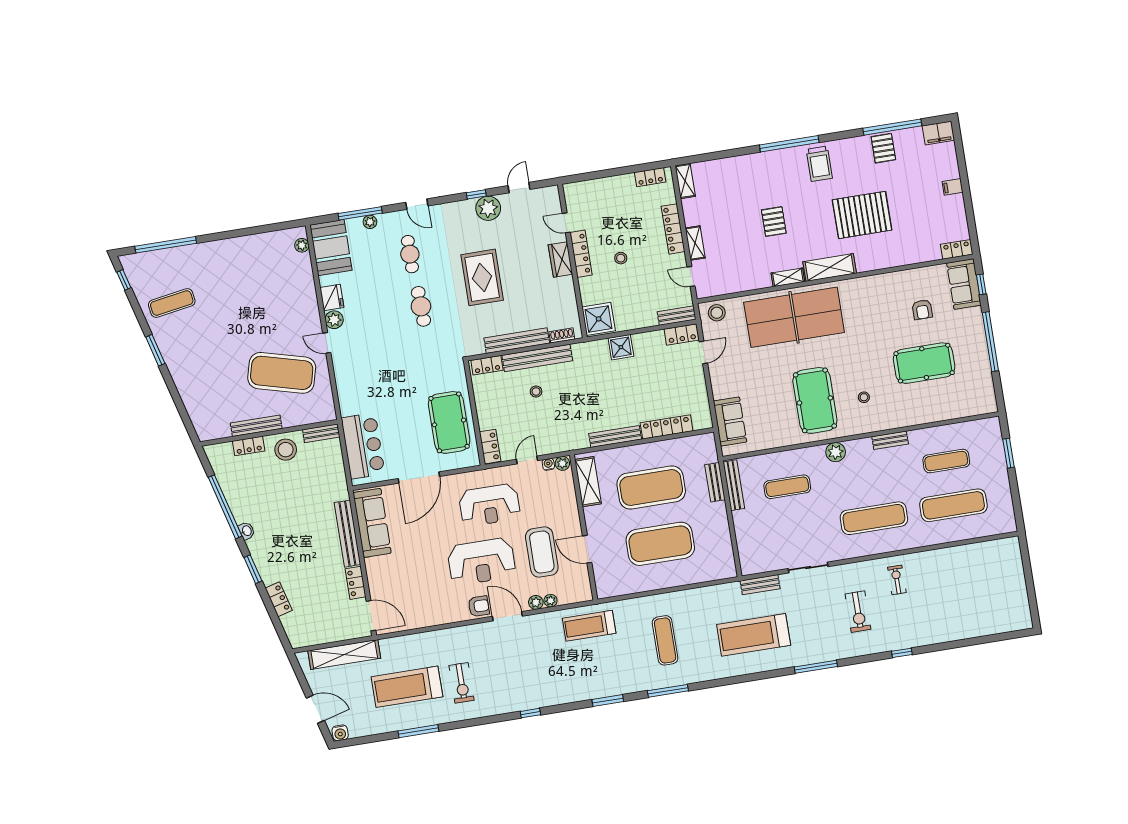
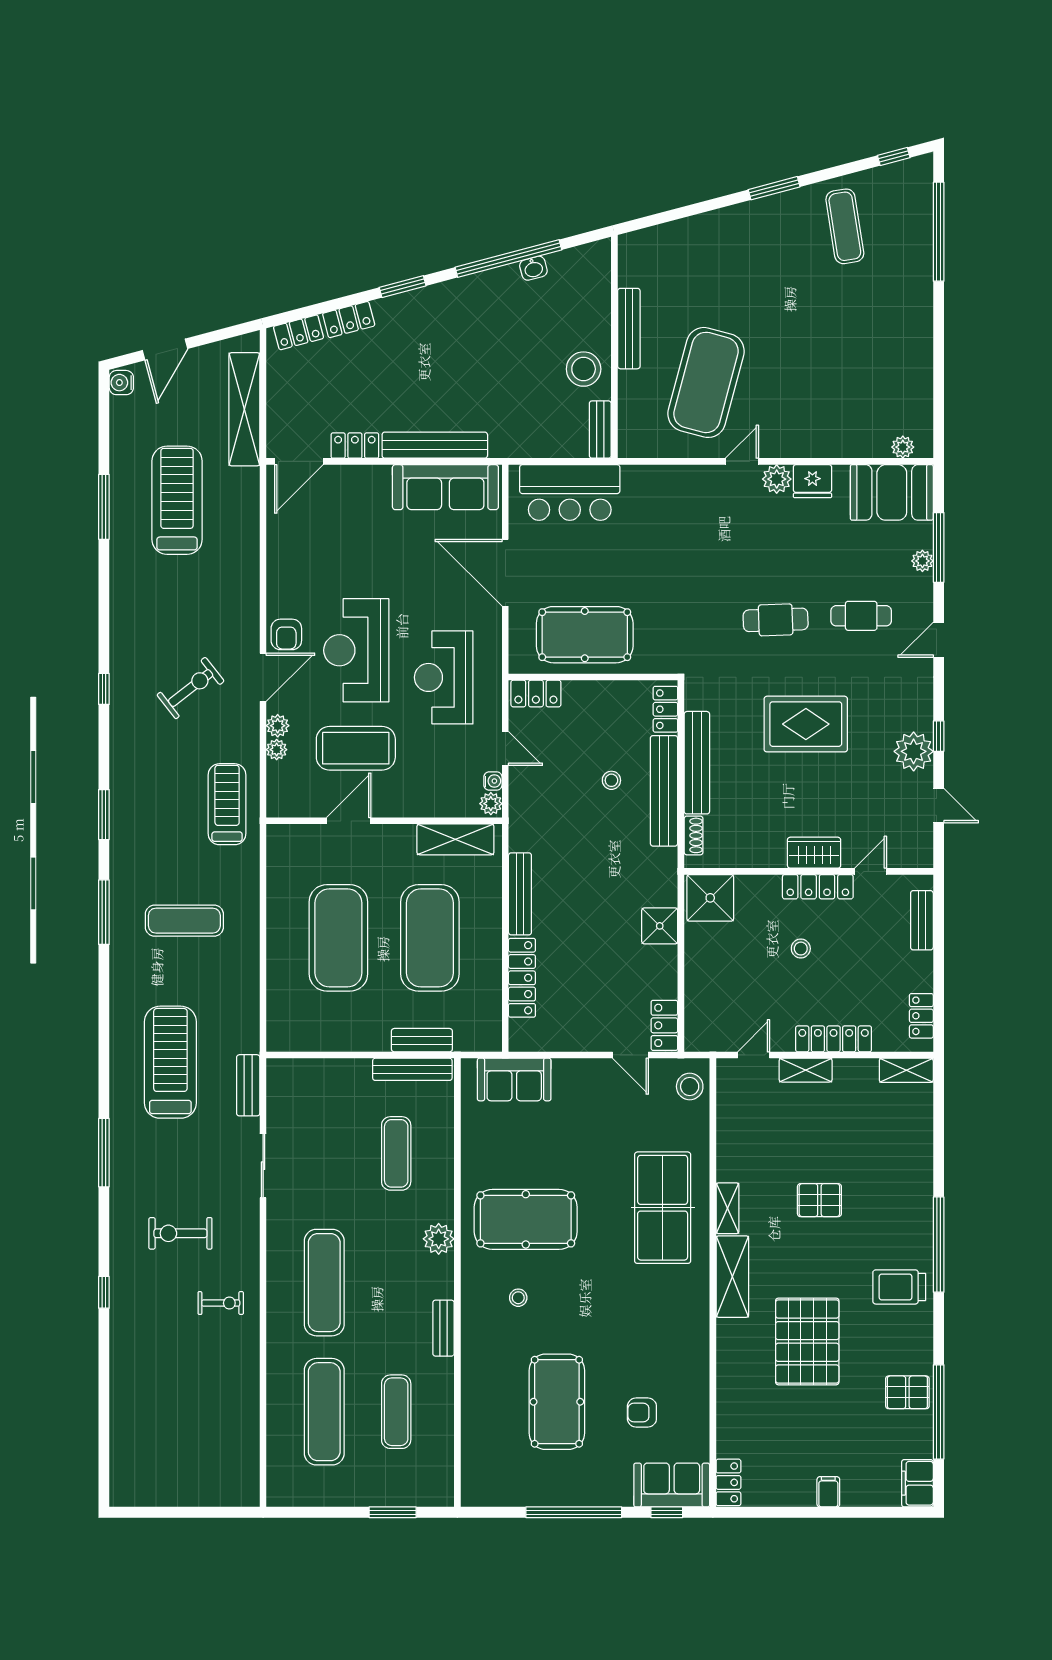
bench: (677, 316) -> (922, 920), moved
table tennis table: (794, 317) -> (663, 1208), width x0.73, depth x0.76
locker: (249, 446) -> (299, 332), moved, turned -105
washbasin: (247, 531) -> (533, 268), moved
exercise bike: (462, 683) -> (191, 688), moved, turned 142

